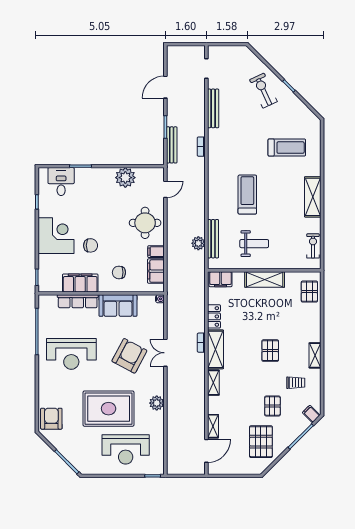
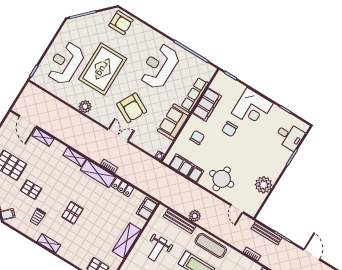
exercise mat: (218, 193) -> (211, 246), added
plant: (198, 243) -> (195, 216), moved
pallet: (270, 351) -> (72, 213), turned 90

